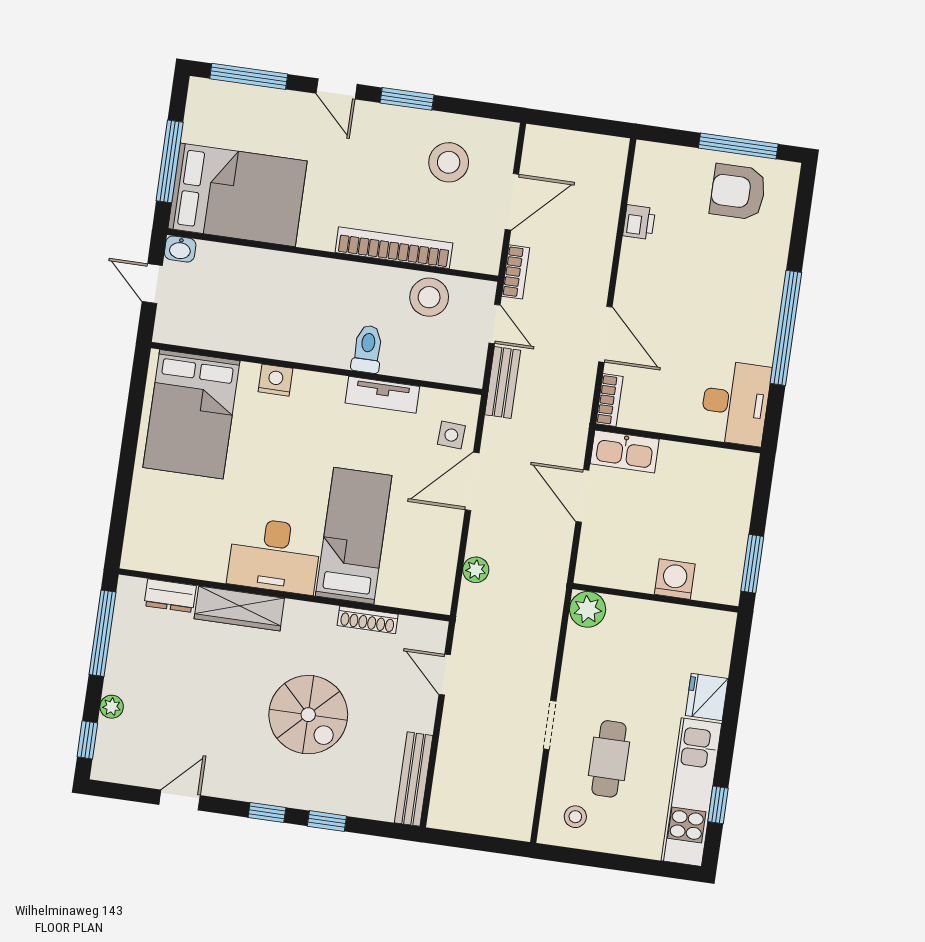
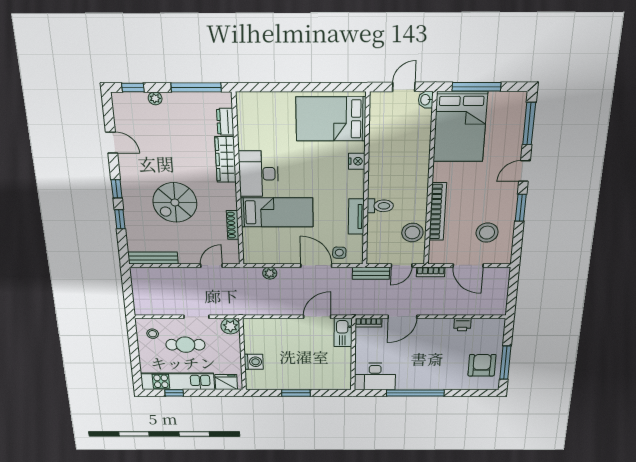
washing machine: (675, 579) -> (254, 362), moved
wall: (655, 598) -> (243, 355), moved
plant: (588, 609) -> (230, 326), moved

